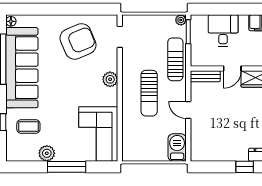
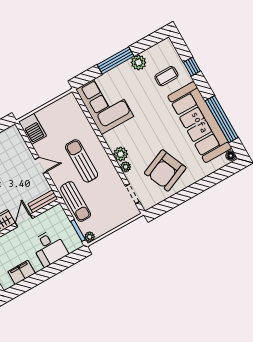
plant: (112, 65) -> (126, 167), added

